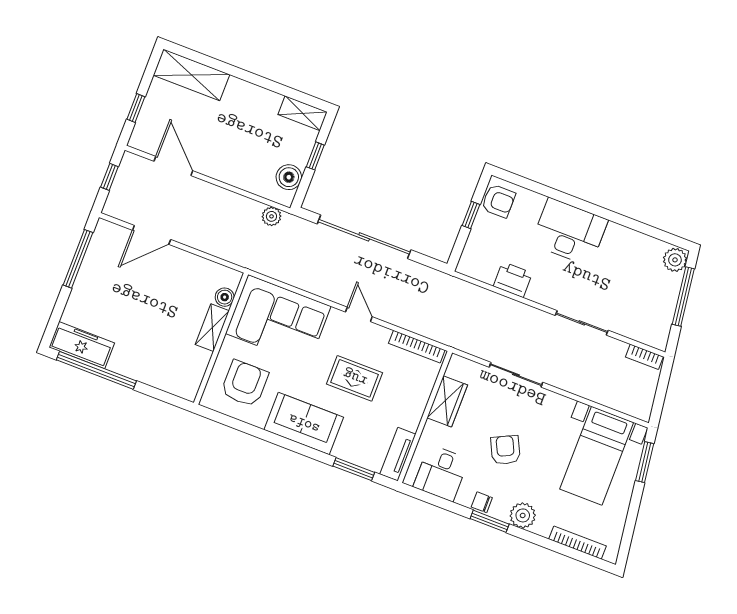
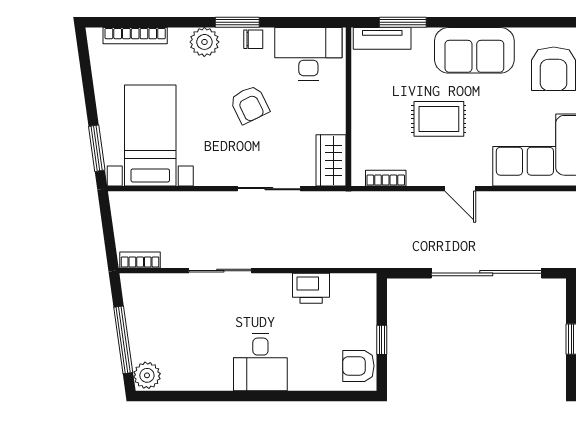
desk: (570, 232) -> (260, 362), width x0.73
bookcase: (417, 347) -> (386, 178), width x0.64
wardrobe: (447, 401) -> (331, 160), moved
tv unit: (398, 454) -> (382, 38), moved, turned 90
desk: (441, 473) -> (308, 54), width x1.37

